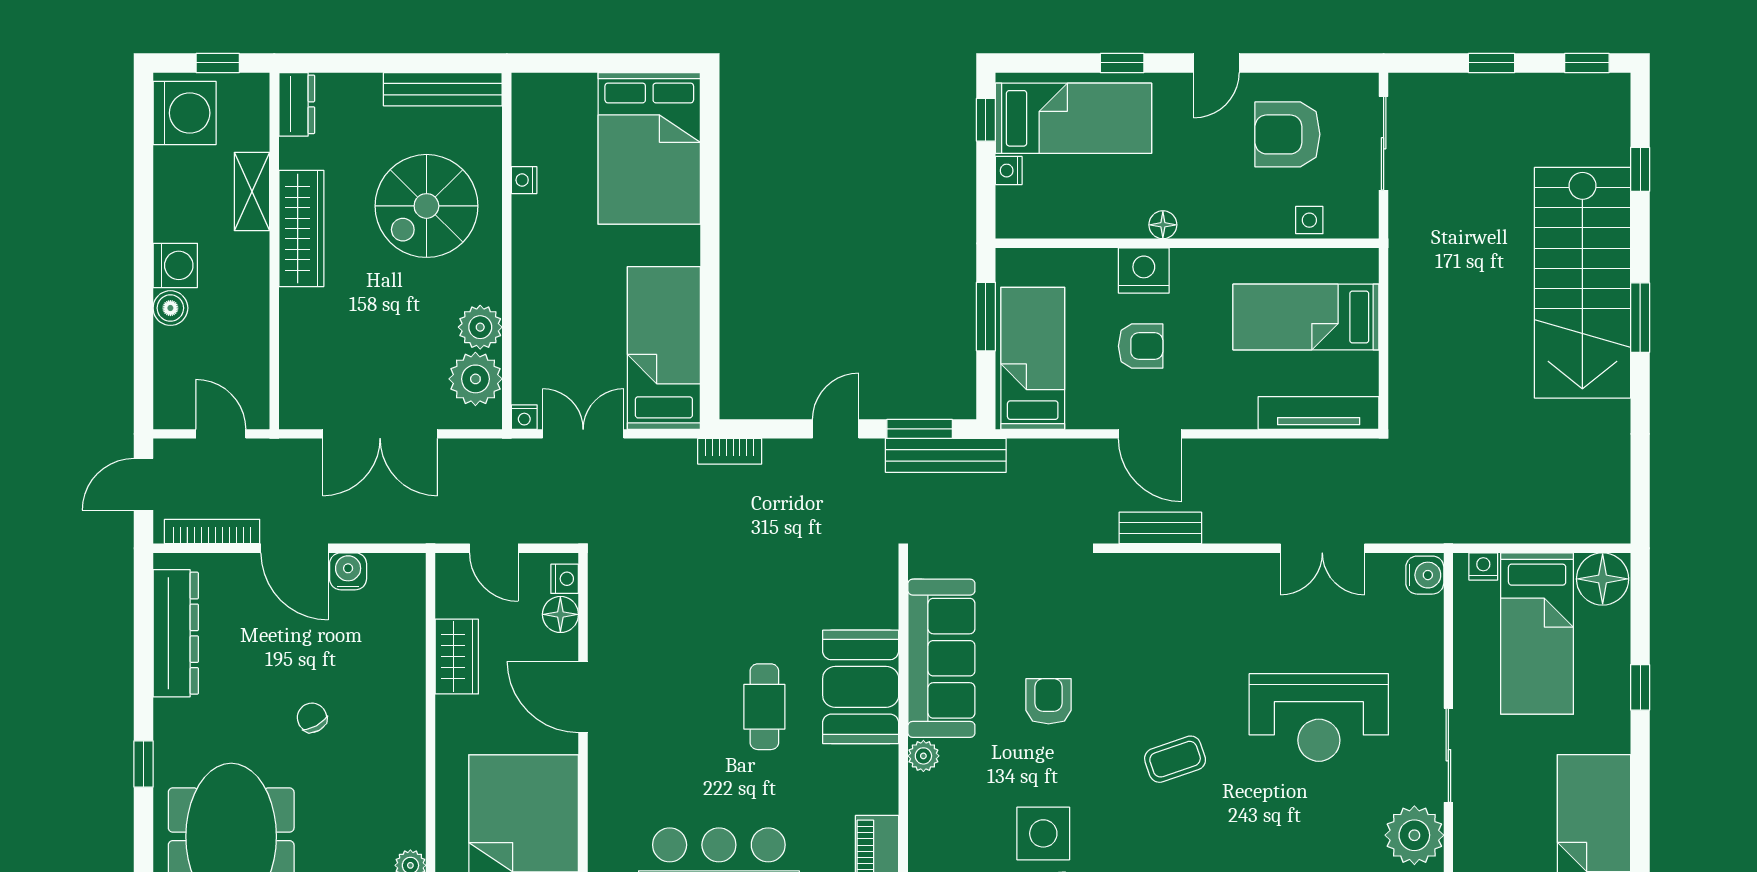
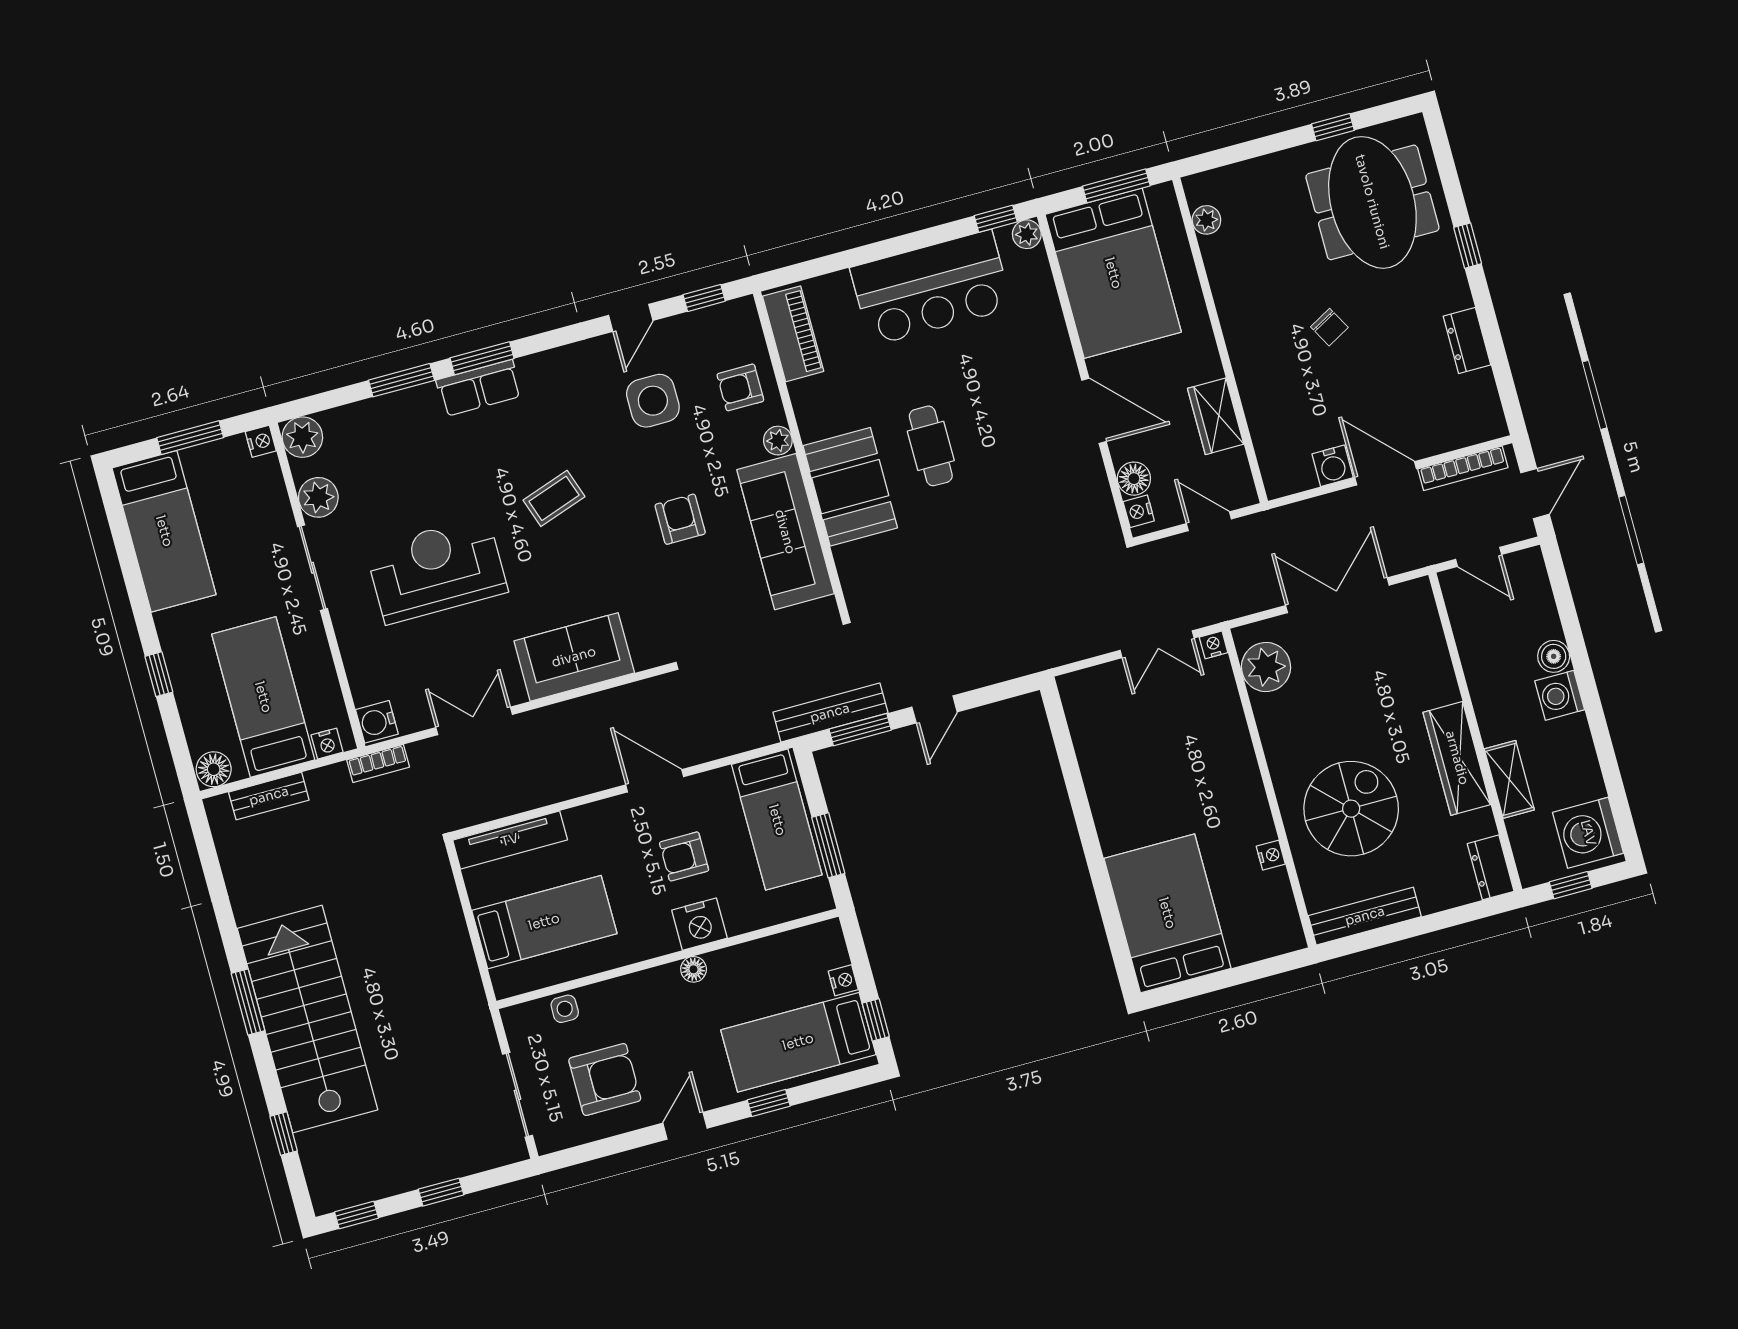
plant: (480, 327) -> (1274, 714), removed
bed: (664, 348) -> (1106, 740), removed
bookcase: (730, 451) -> (378, 764), moved, turned 180
bench: (1160, 528) -> (269, 796), moved
floor lamp: (1603, 579) -> (214, 769), width x0.73, depth x0.73
sofa: (1199, 587) -> (574, 657), added
dresser: (176, 633) -> (1467, 341), width x0.51, depth x0.80
armchair: (1049, 701) -> (680, 519), turned 180
armchair: (948, 822) -> (740, 387), added
plant: (1414, 835) -> (318, 497), width x0.73, depth x0.73

